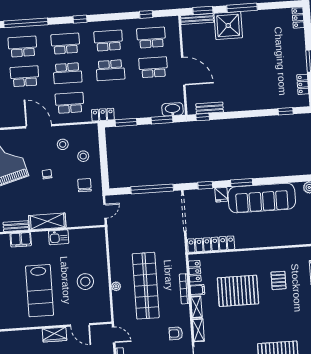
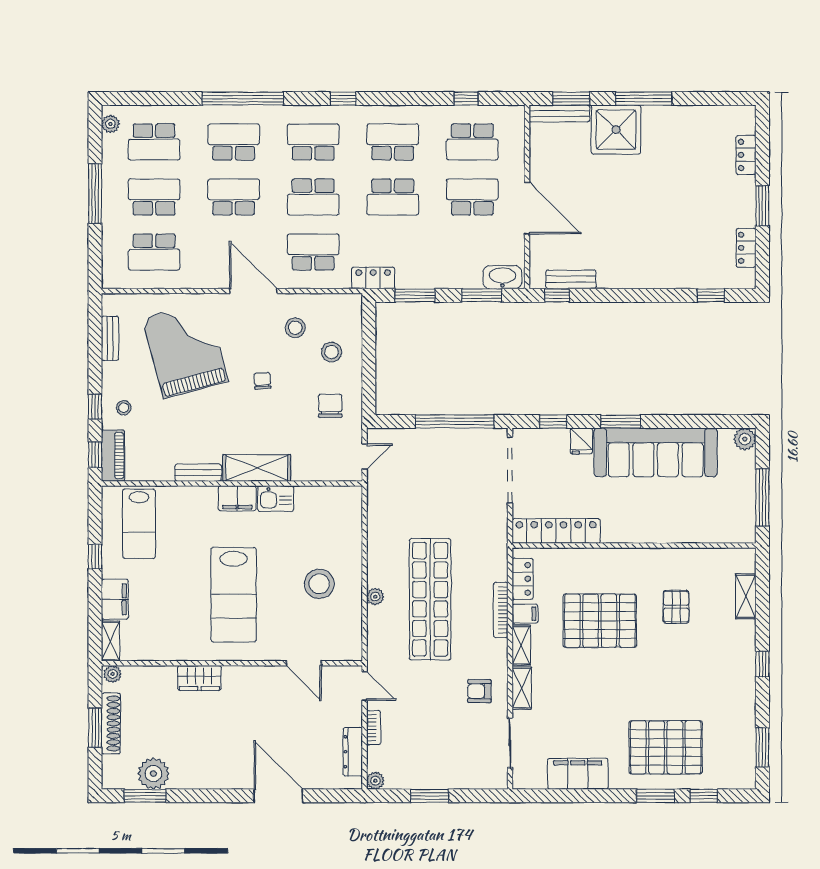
locker: (298, 18) -> (746, 155), moved
school desk: (151, 38) -> (472, 142), turned 180
filing cabinet: (21, 240) -> (237, 498), moved
wardrobe: (54, 335) -> (199, 678), moved

